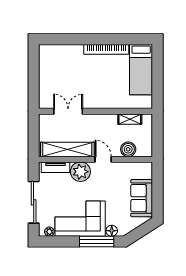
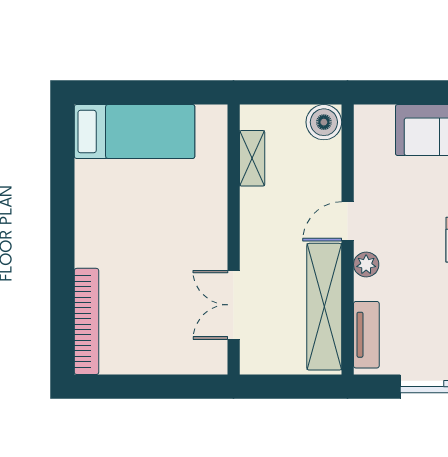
bookcase: (106, 49) -> (87, 321), moved
boiler: (128, 149) -> (324, 122), moved
plant: (80, 172) -> (366, 264), width x0.53, depth x0.53

